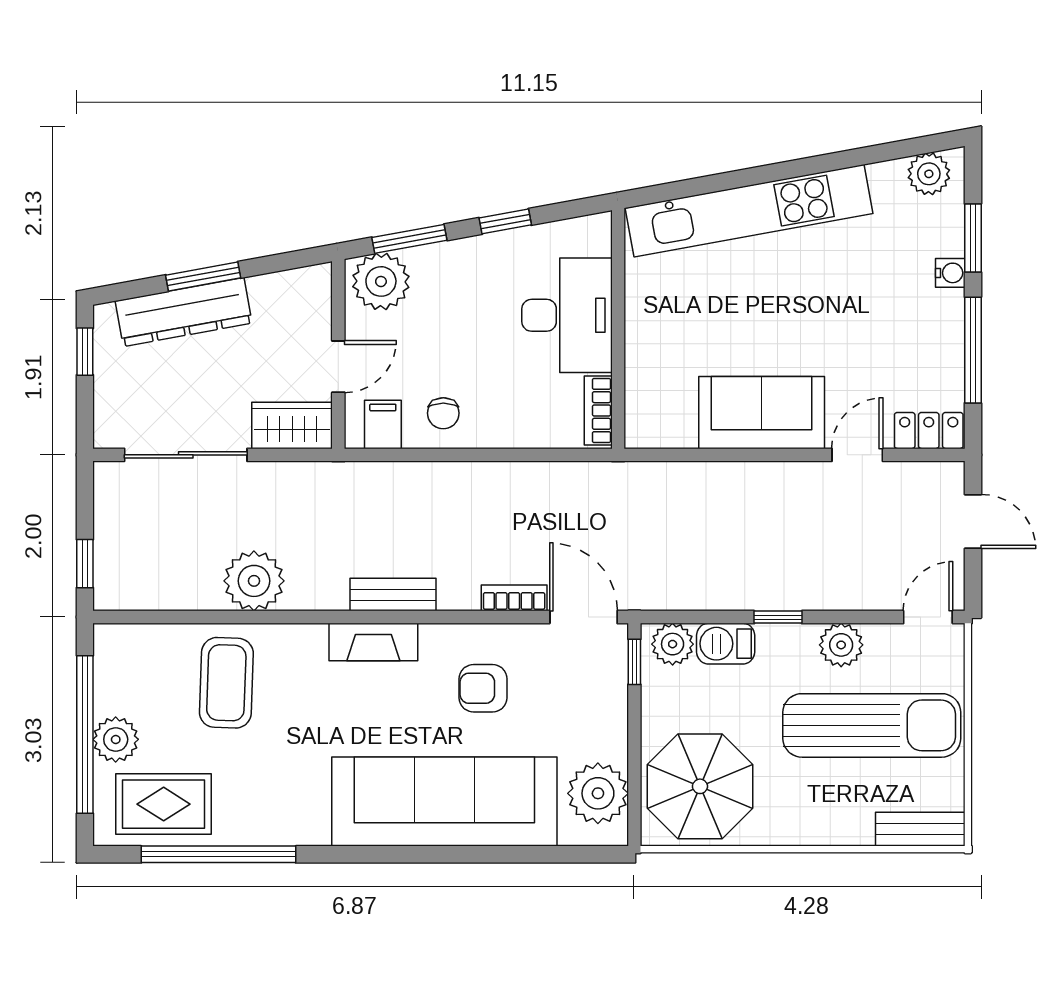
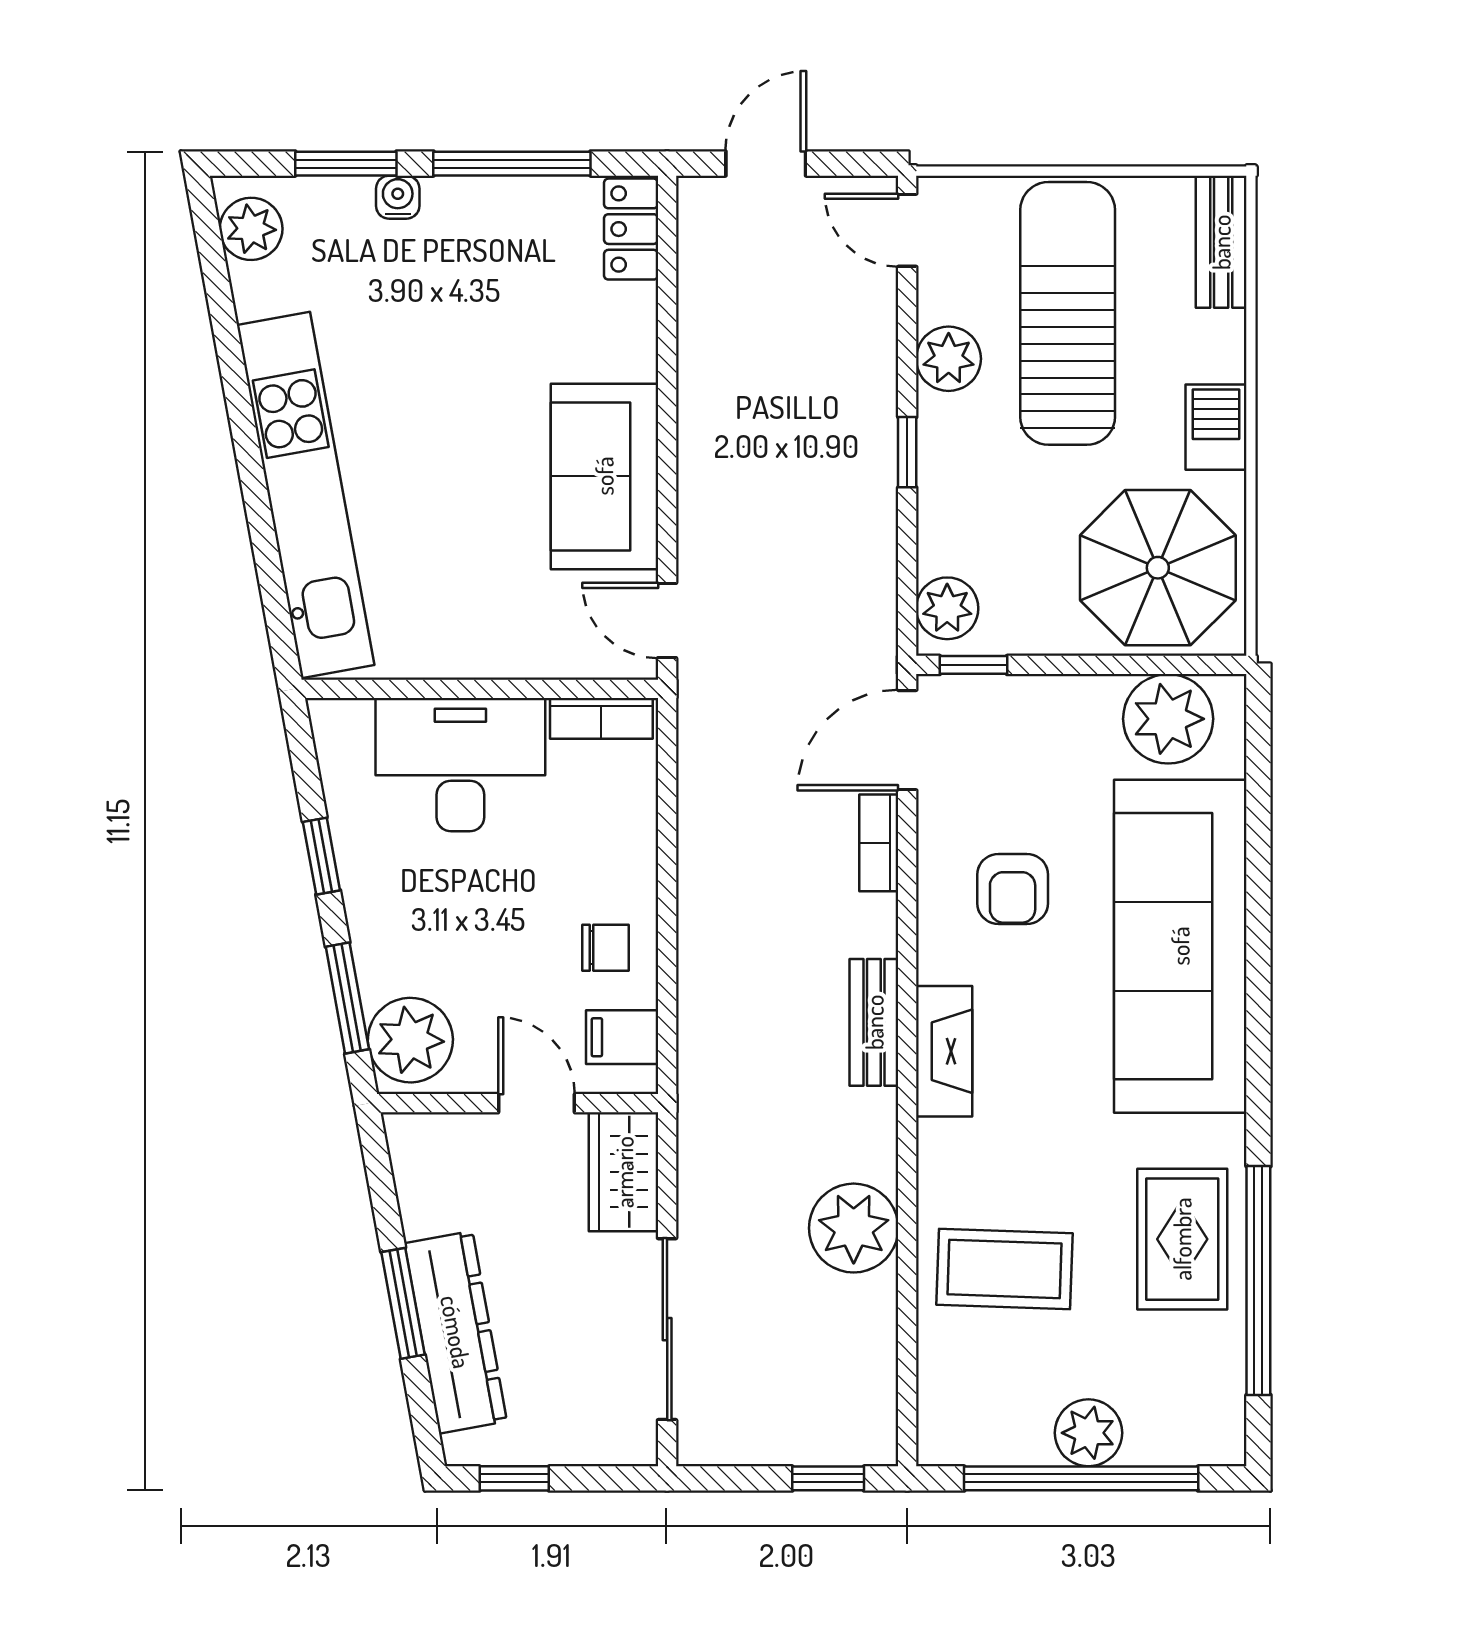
door: (857, 455) -> (667, 621), moved
barbecue: (726, 644) -> (1216, 427), moved, turned 180
rug: (164, 804) -> (1182, 1239), moved

